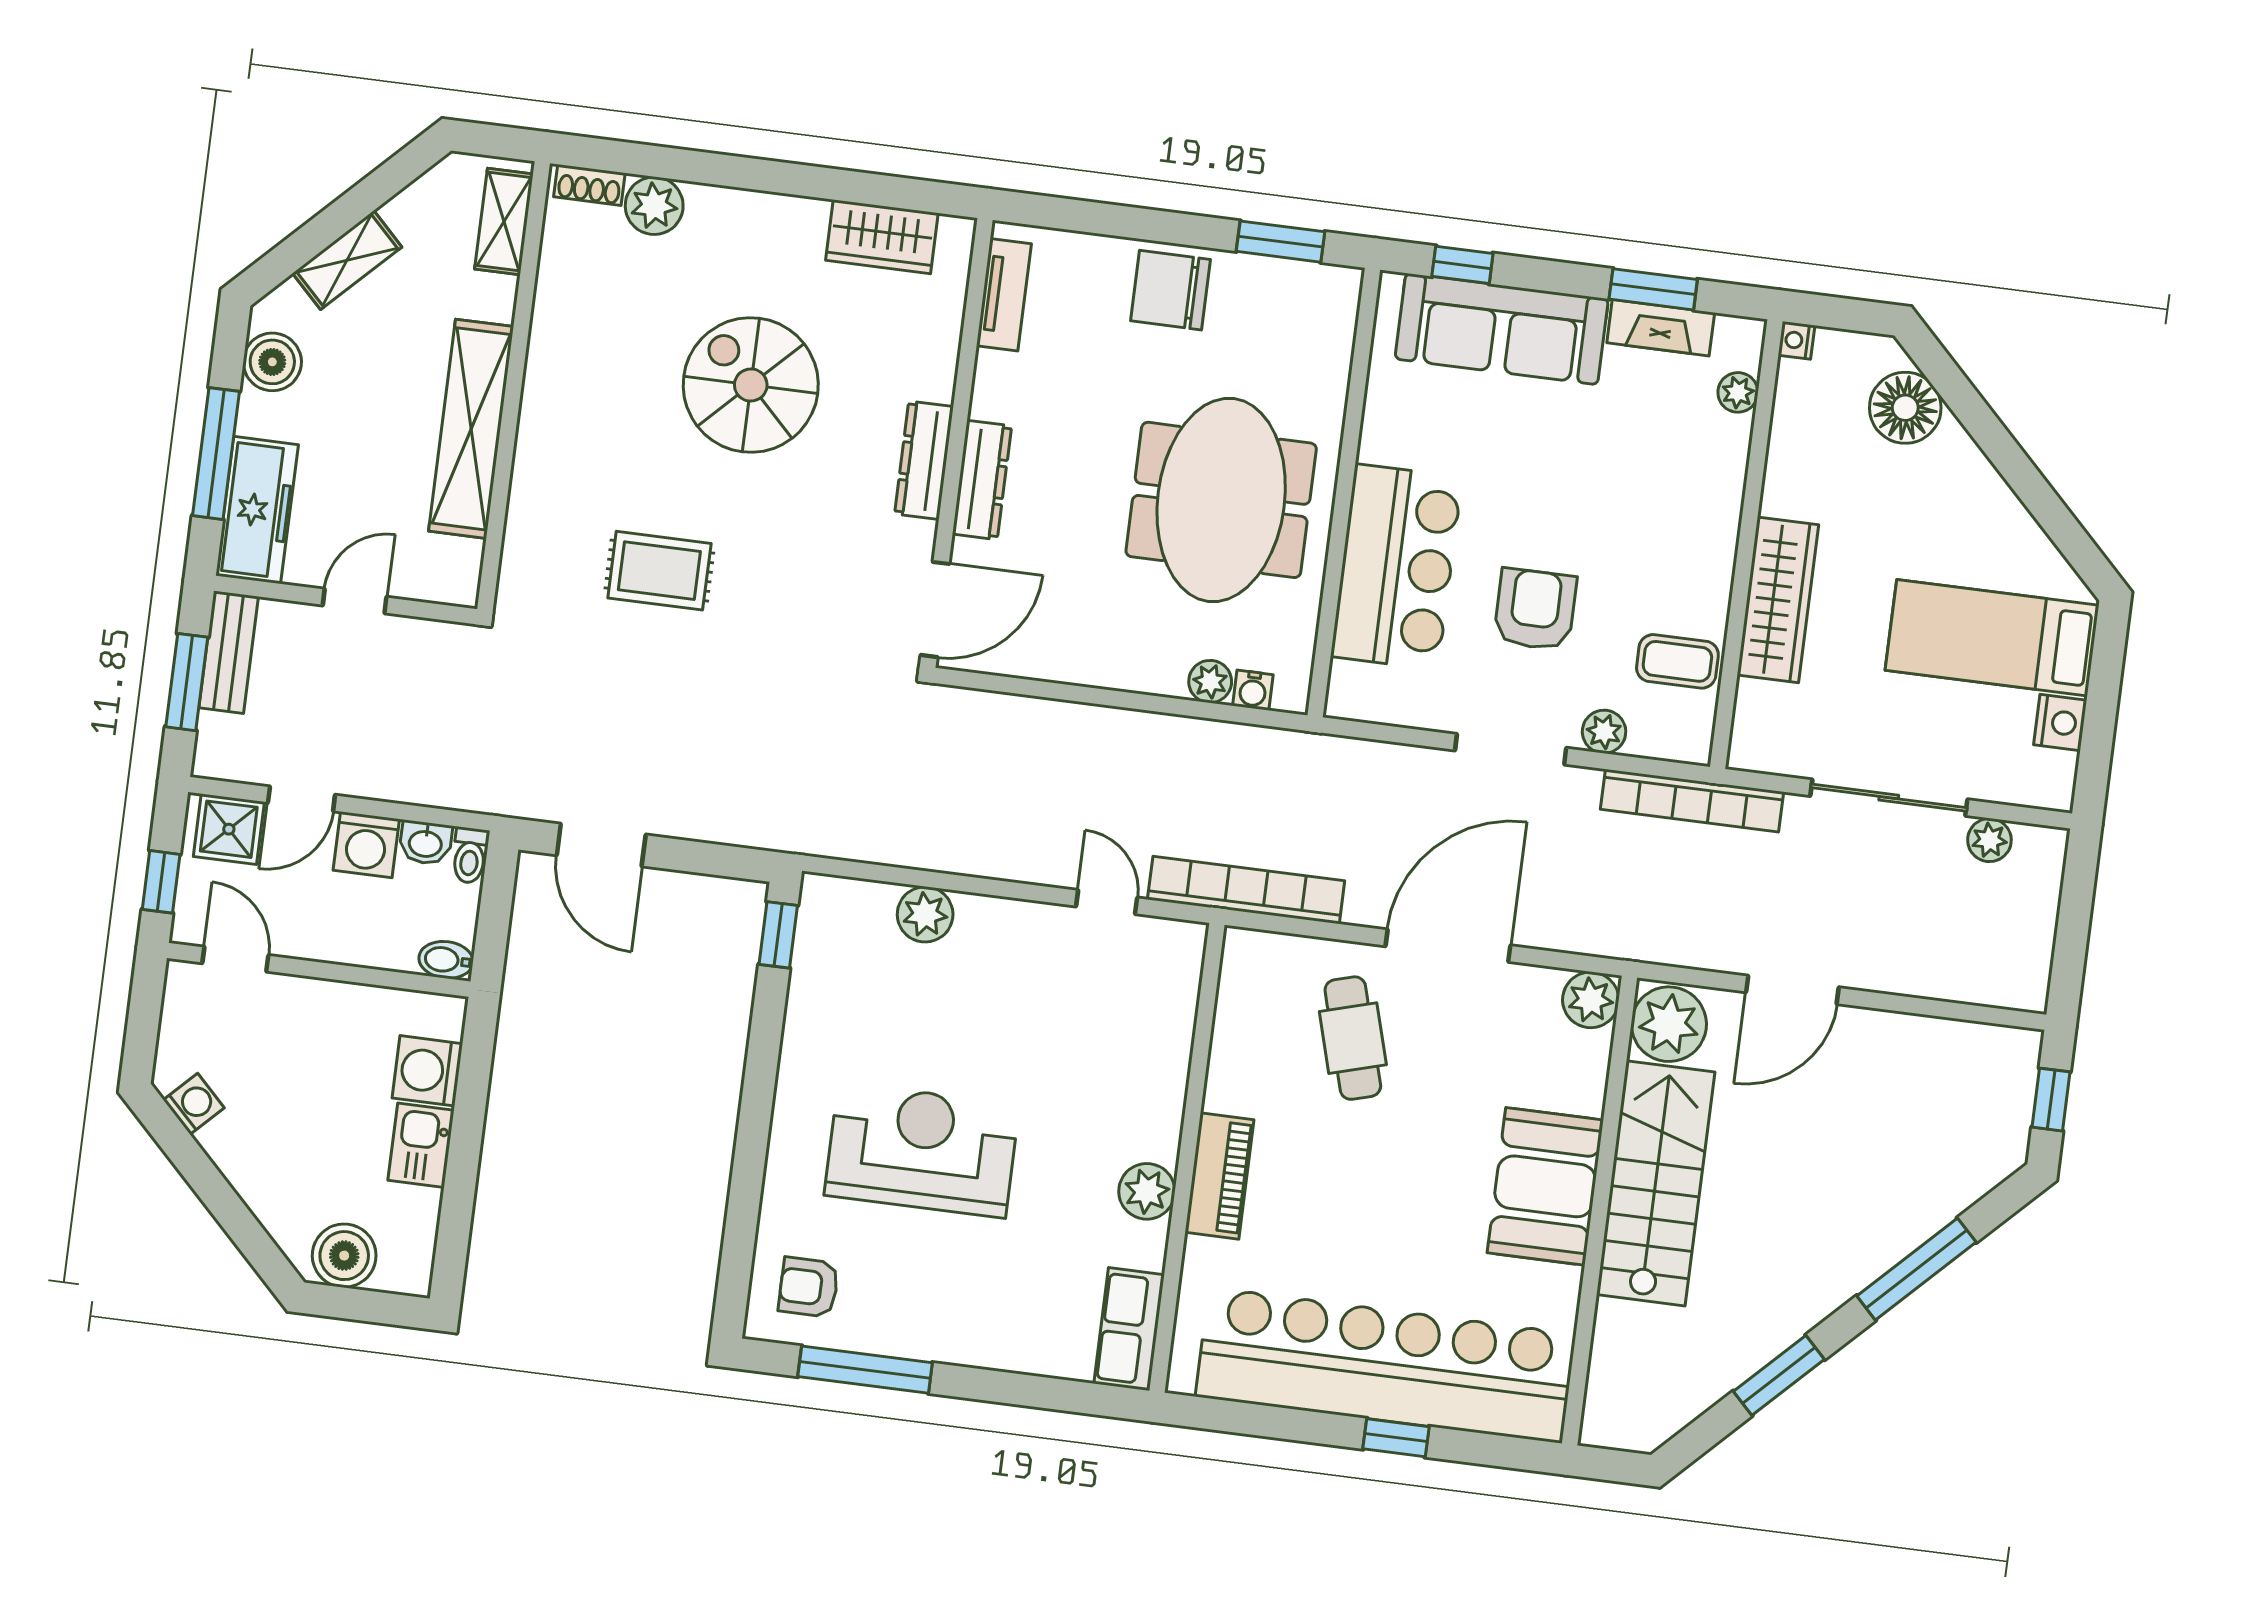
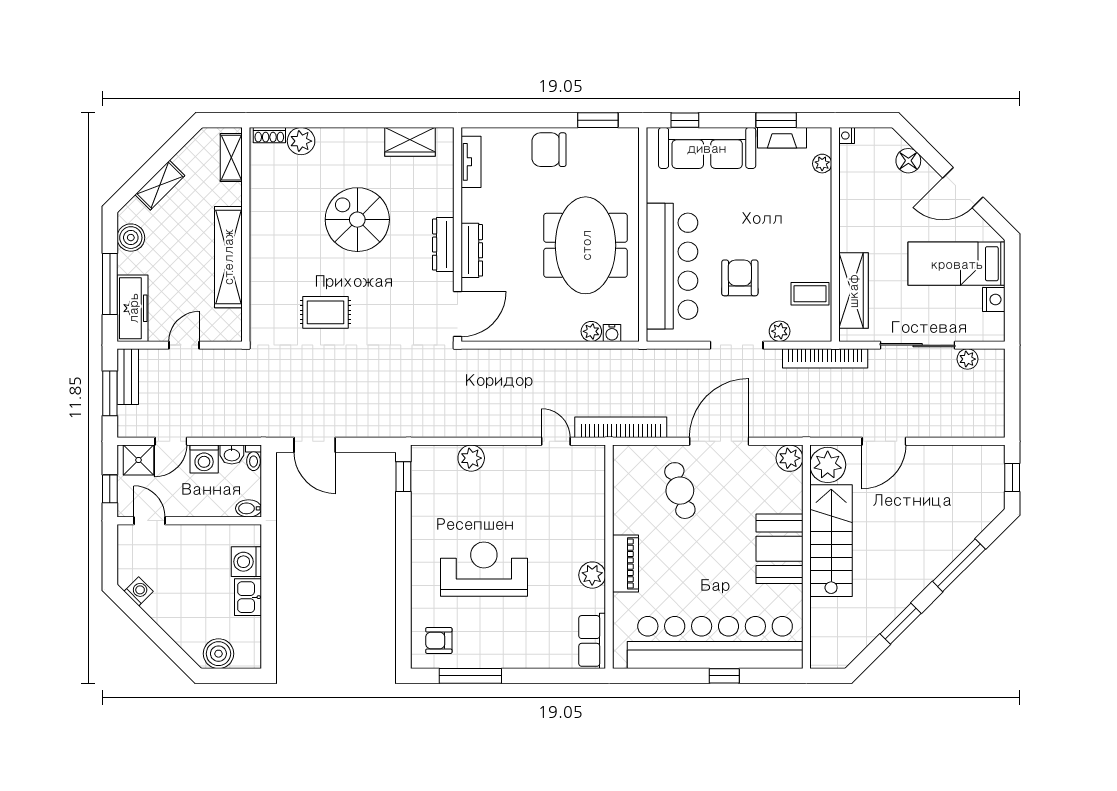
floor lamp: (1905, 408) -> (908, 161), width x0.73, depth x0.73
door: (2026, 480) -> (963, 188), added
bar counter: (1396, 567) -> (672, 266), width x1.36
wardrobe: (1778, 600) -> (853, 291), moved

